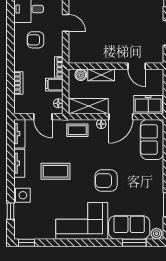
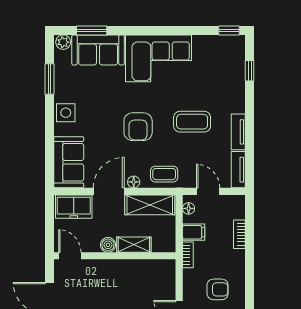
door: (137, 66) -> (70, 256), moved
boiler: (81, 75) -> (108, 245), moved
armchair: (106, 181) -> (138, 127), moved, turned 90
side table: (23, 195) -> (66, 113), moved

